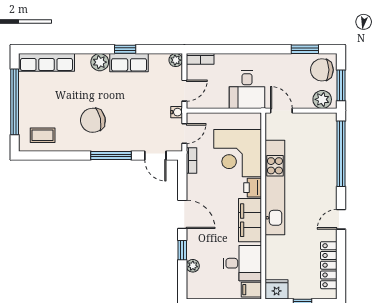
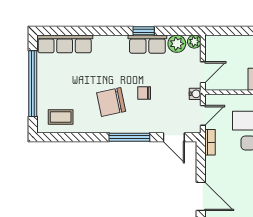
bookcase: (200, 59) -> (219, 40), removed
plant: (100, 62) -> (177, 44), moved
chair: (126, 111) -> (144, 93), added

